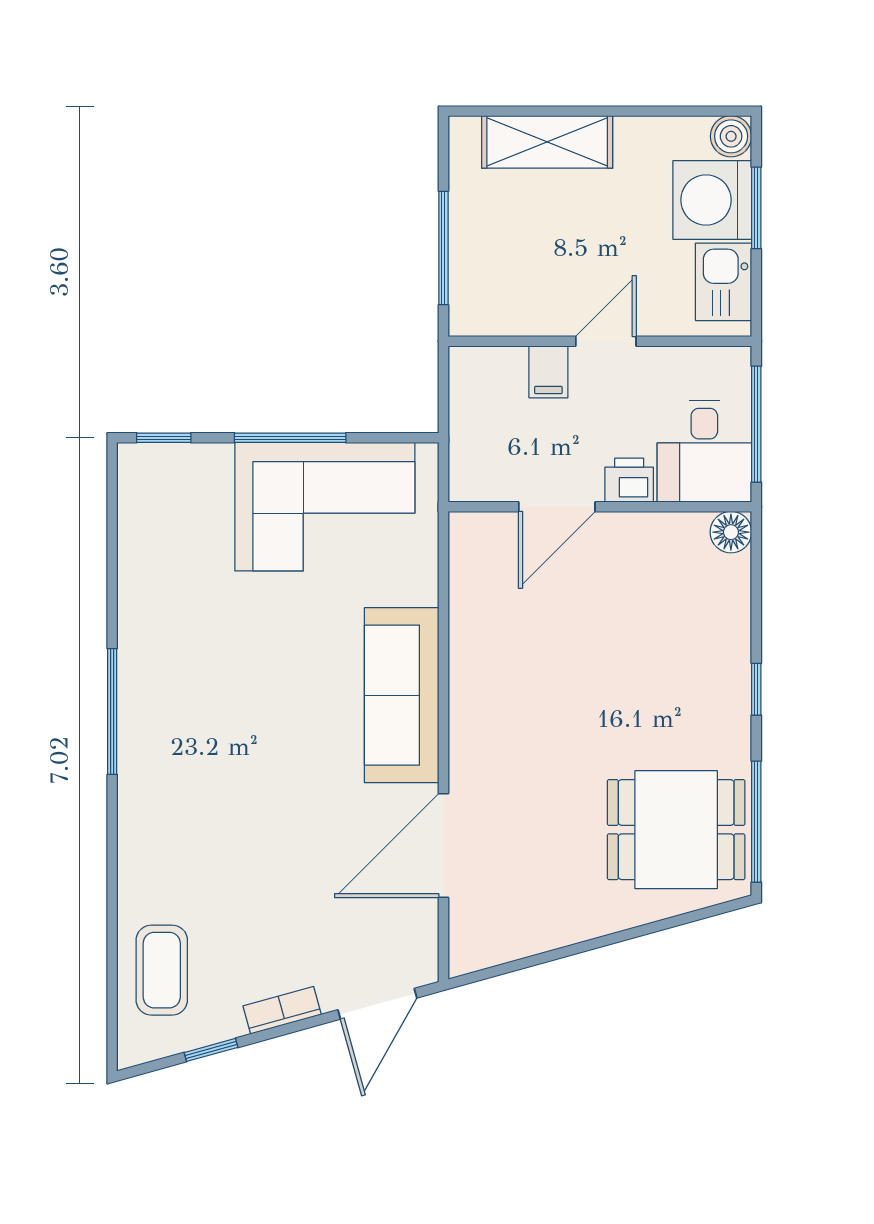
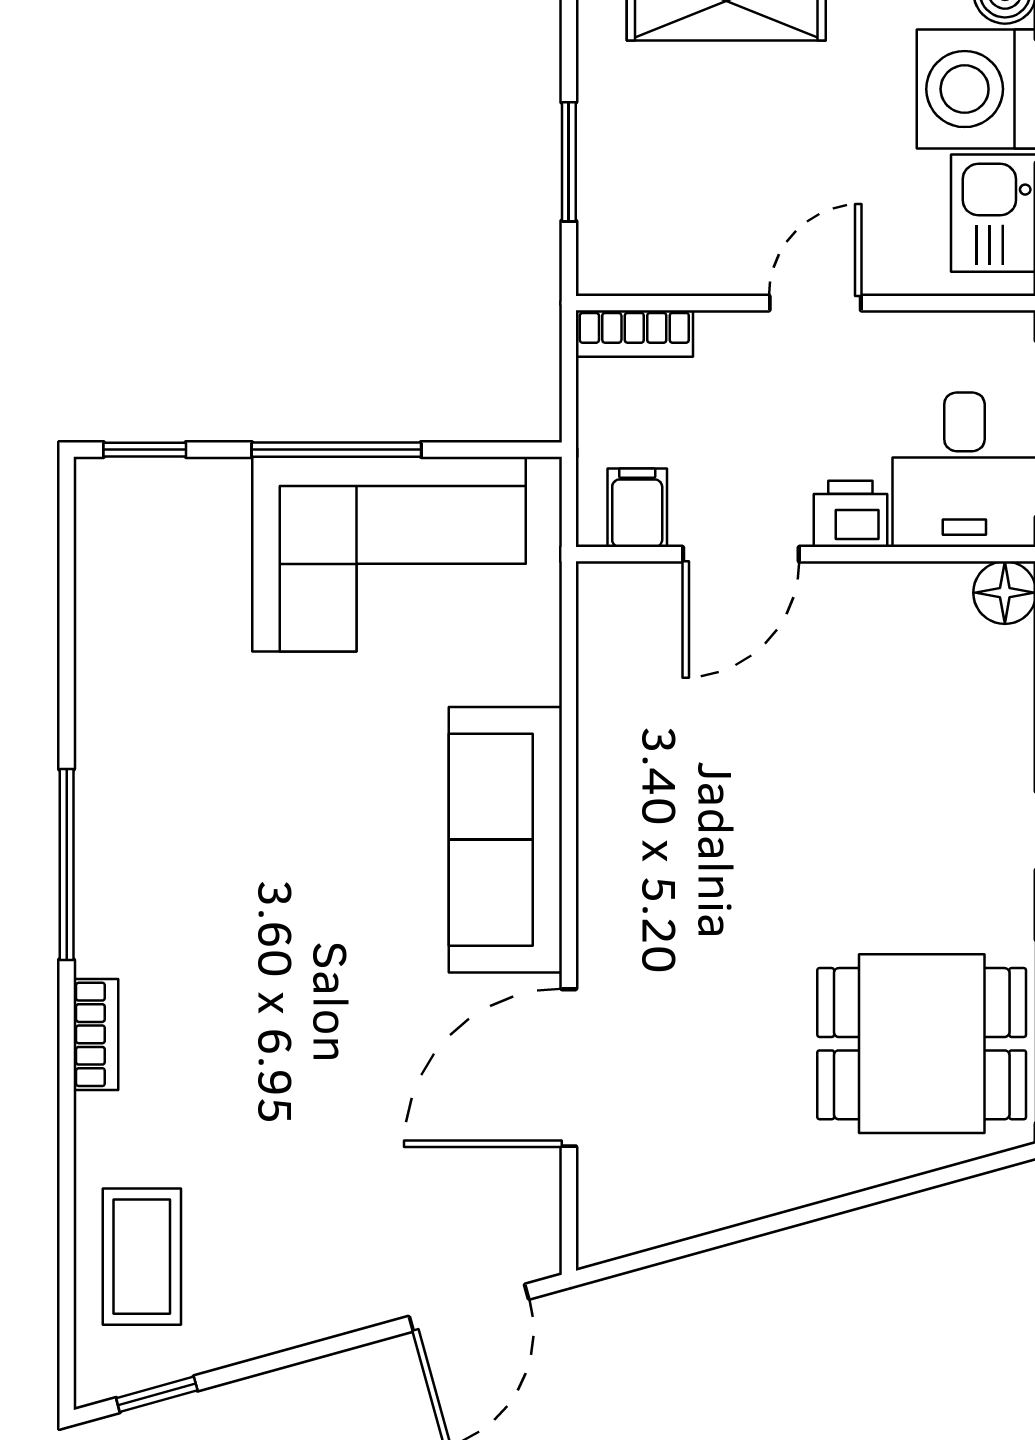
window: (443, 248) -> (569, 162), width x0.69
bookcase: (487, 361) -> (634, 333), added
filing cabinet: (548, 372) -> (637, 508), moved, turned 180
bookcase: (282, 1010) -> (96, 1034), moved, turned 105
window: (211, 1050) -> (157, 1394), moved

